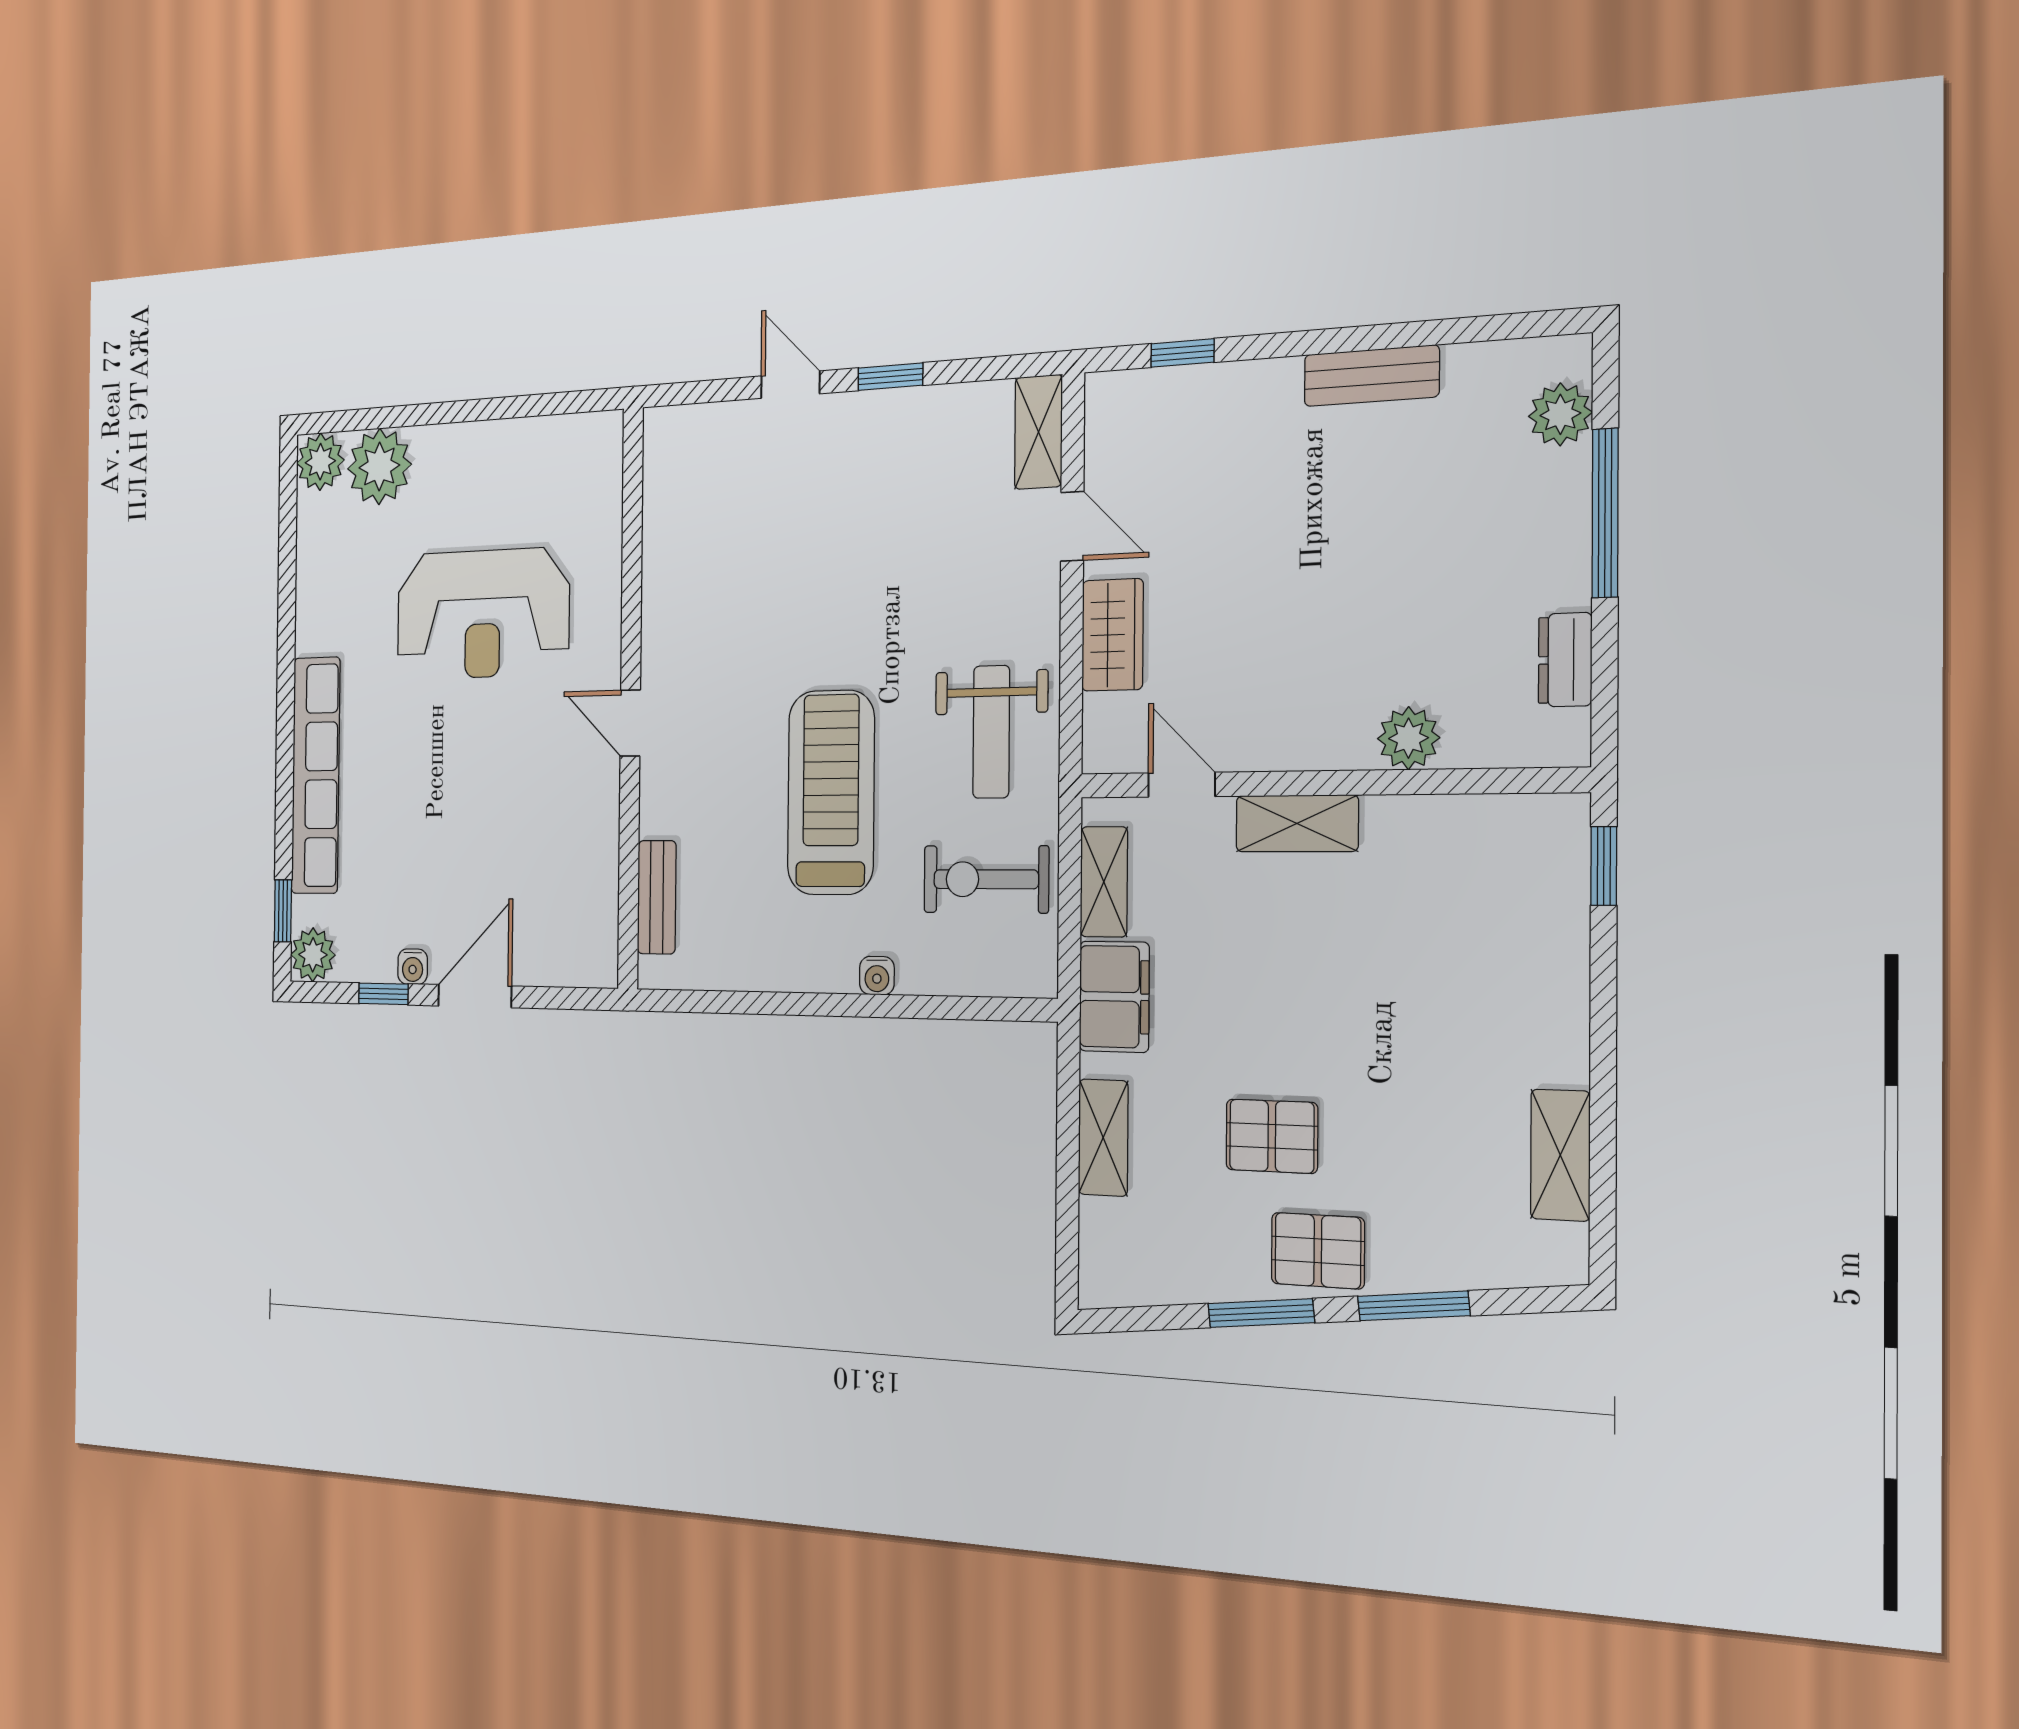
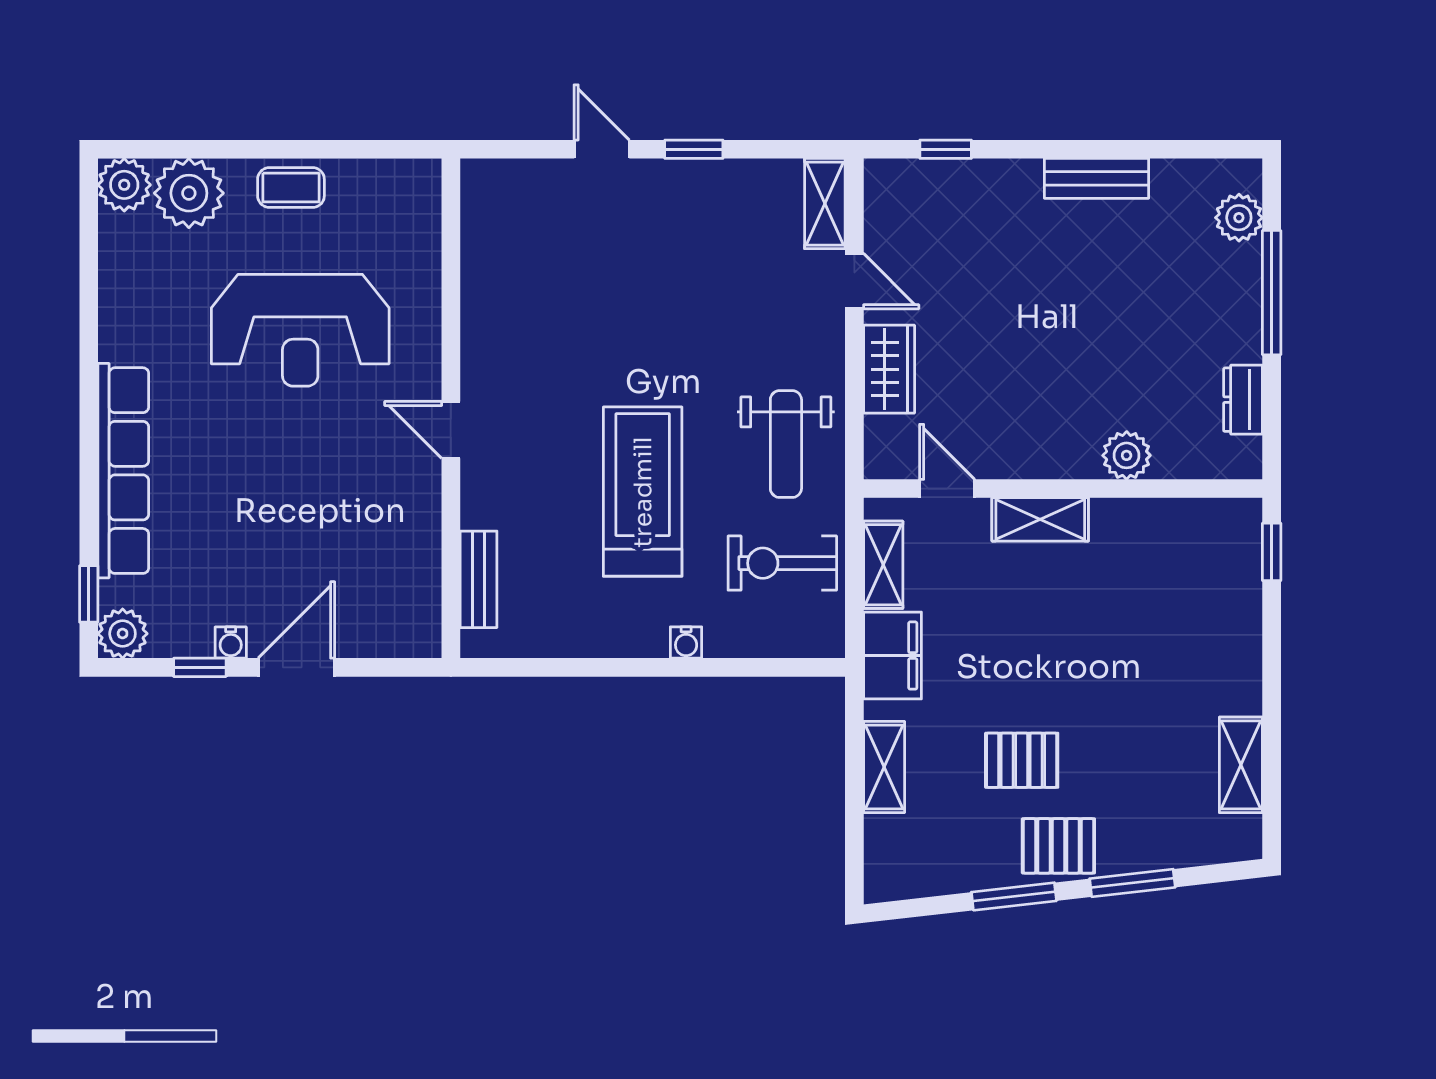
coffee table: (475, 453) -> (291, 188), added

